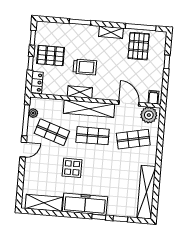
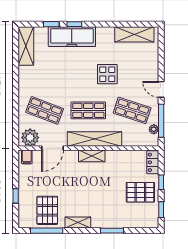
trolley: (85, 67) -> (103, 183), removed
shelving: (80, 92) -> (92, 156), moved
door: (129, 103) -> (52, 148), hinge flipped
shop shelf: (133, 139) -> (45, 110), turned 33
door: (23, 150) -> (161, 89), hinge flipped
shelving: (146, 192) -> (26, 46), width x0.68
freezer: (85, 204) -> (72, 37), moved

